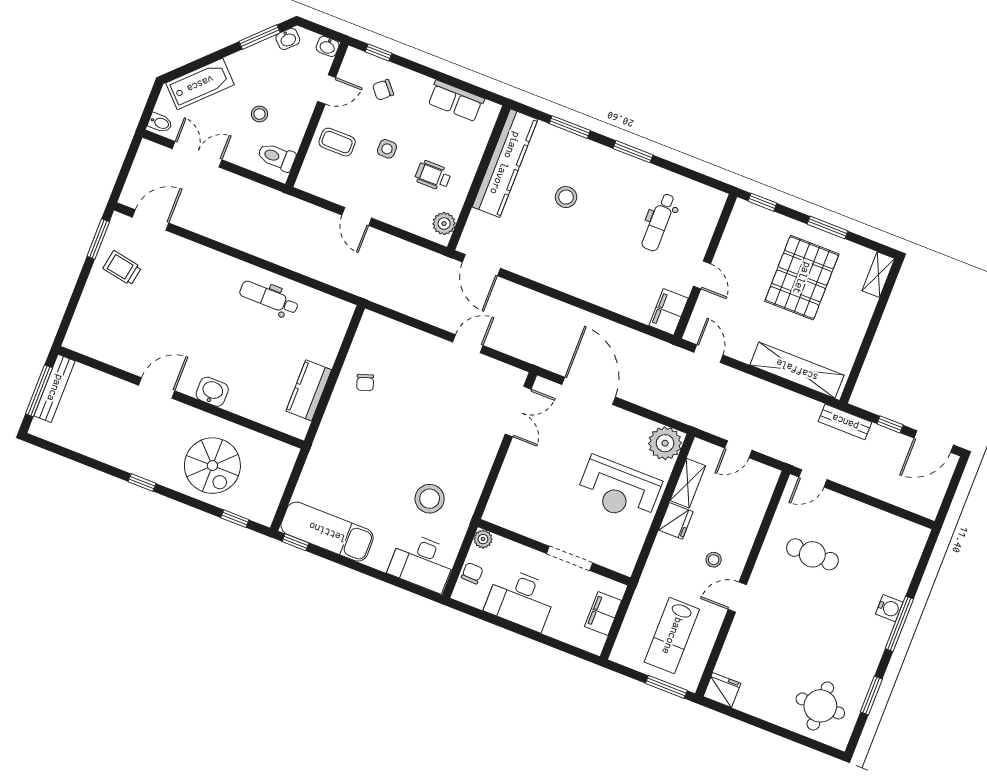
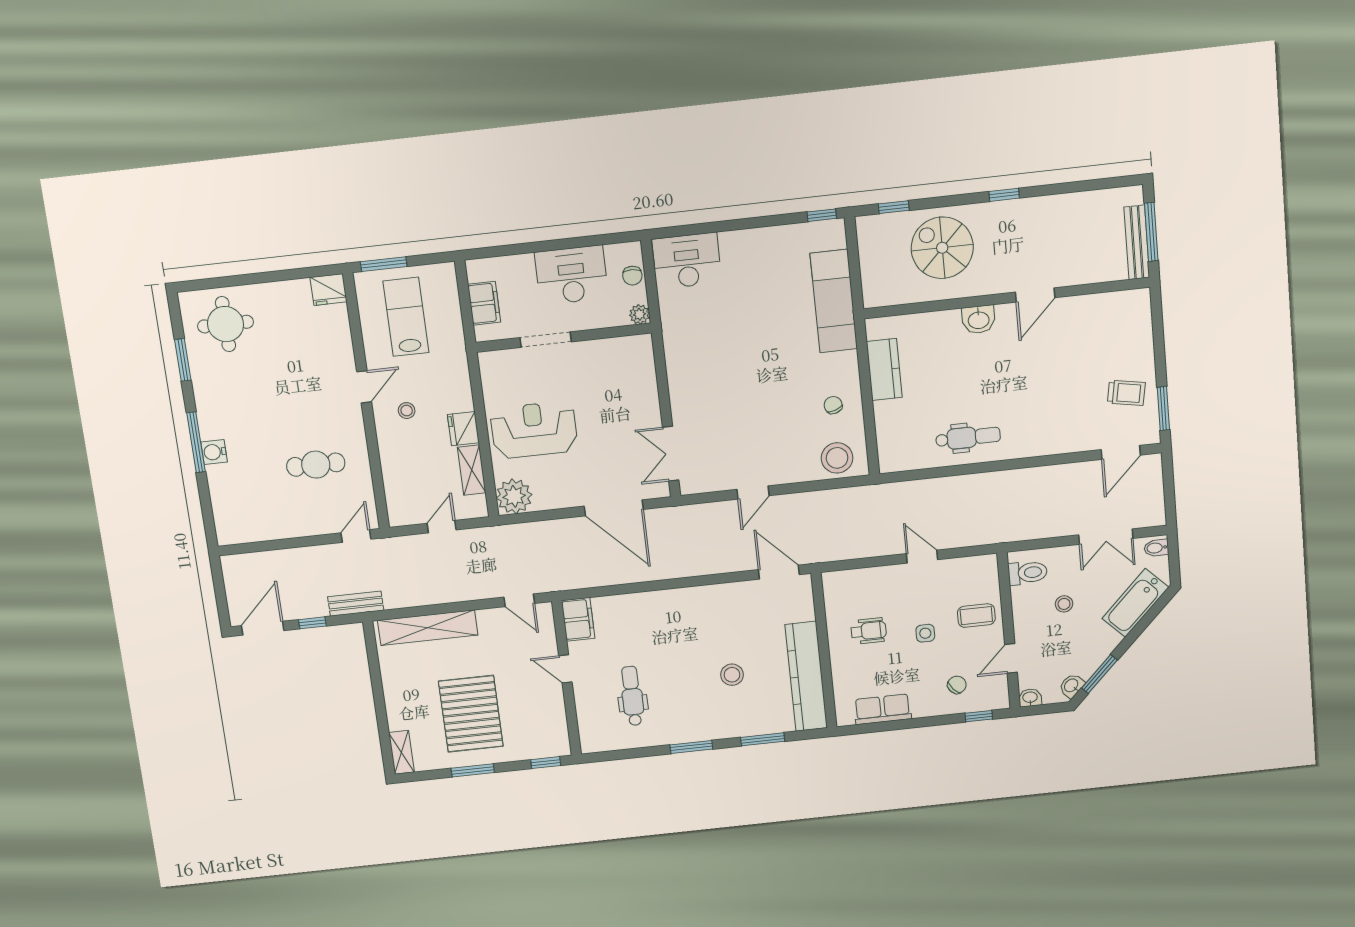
plant: (444, 224) -> (835, 592), removed
stool: (430, 499) -> (837, 458), moved
exam couch: (327, 532) -> (834, 301), moved, turned 90

